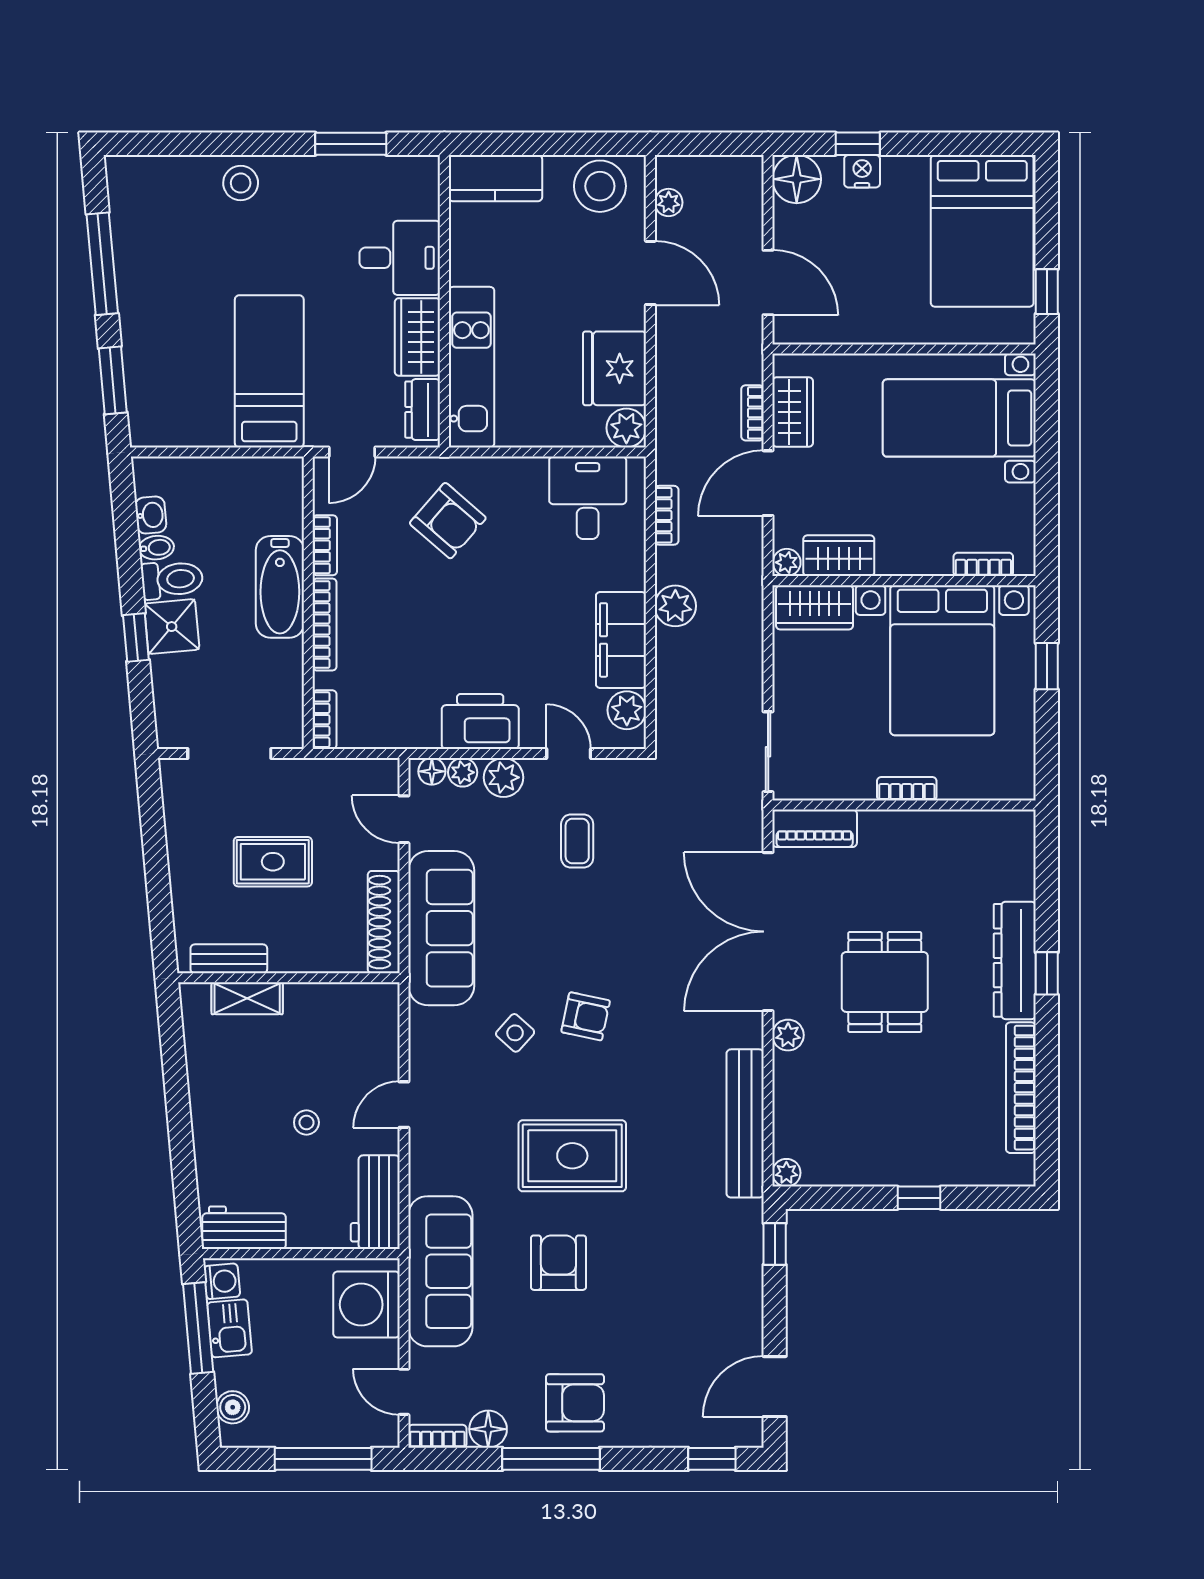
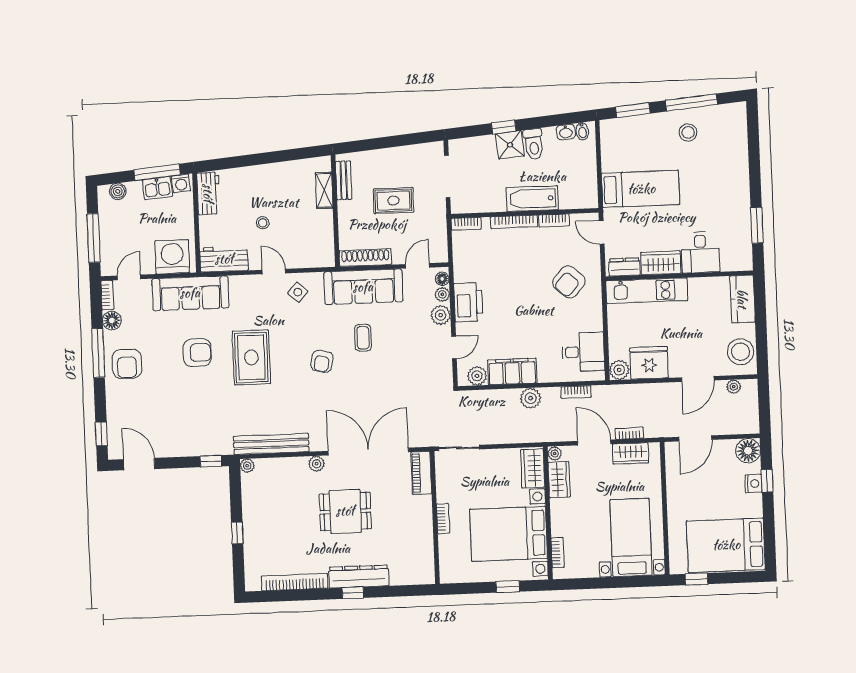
stool: (241, 183) -> (688, 132), moved
bidet: (156, 548) -> (582, 131), moved
coffee table: (577, 841) -> (363, 338), moved, turned 90
rug: (273, 862) -> (393, 201), turned 90
side table: (515, 1033) -> (298, 292), moved

